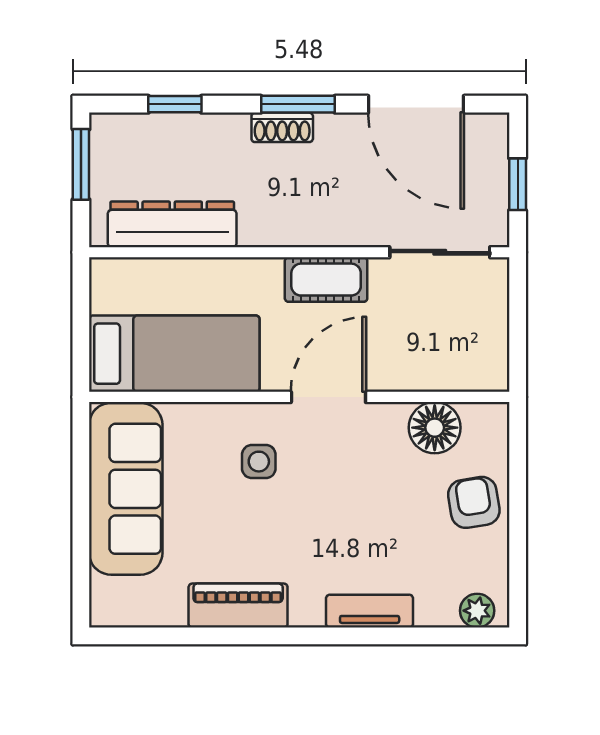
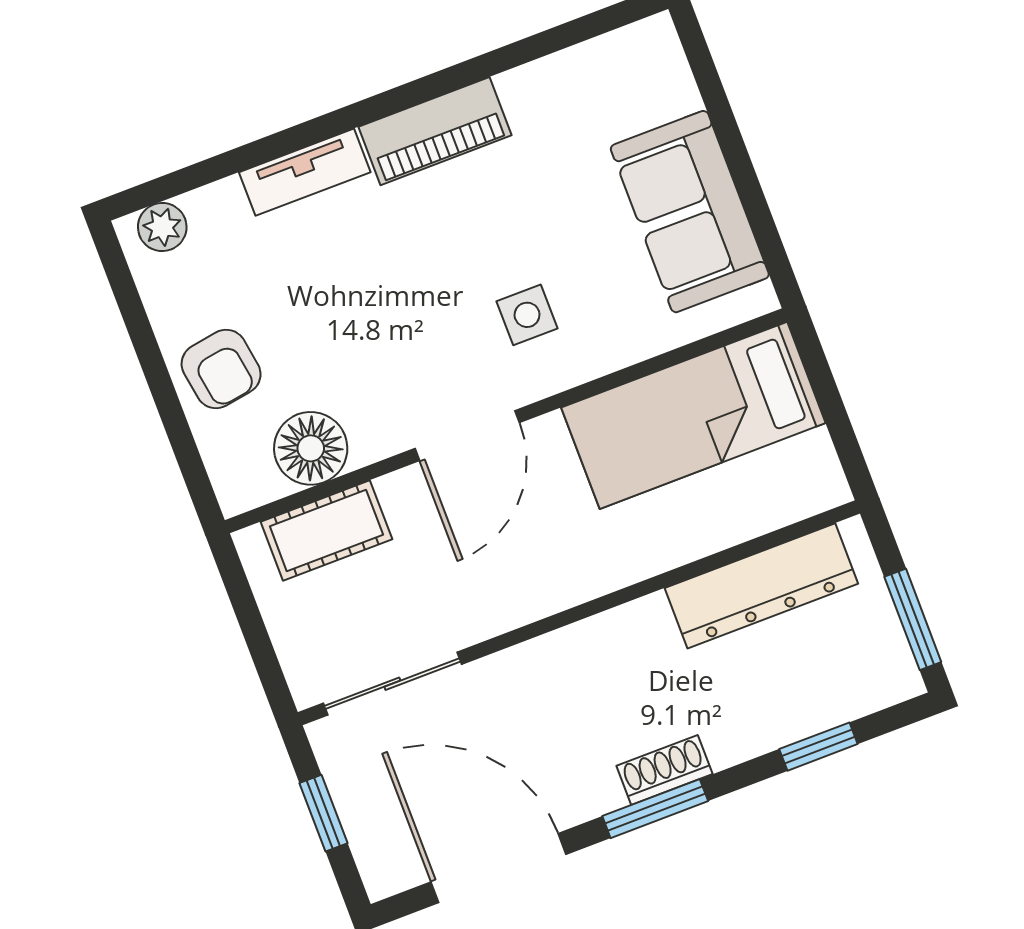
cot: (326, 280) -> (326, 531), moved
sofa: (126, 489) -> (690, 212), width x0.73
piano: (238, 606) -> (435, 131), moved

